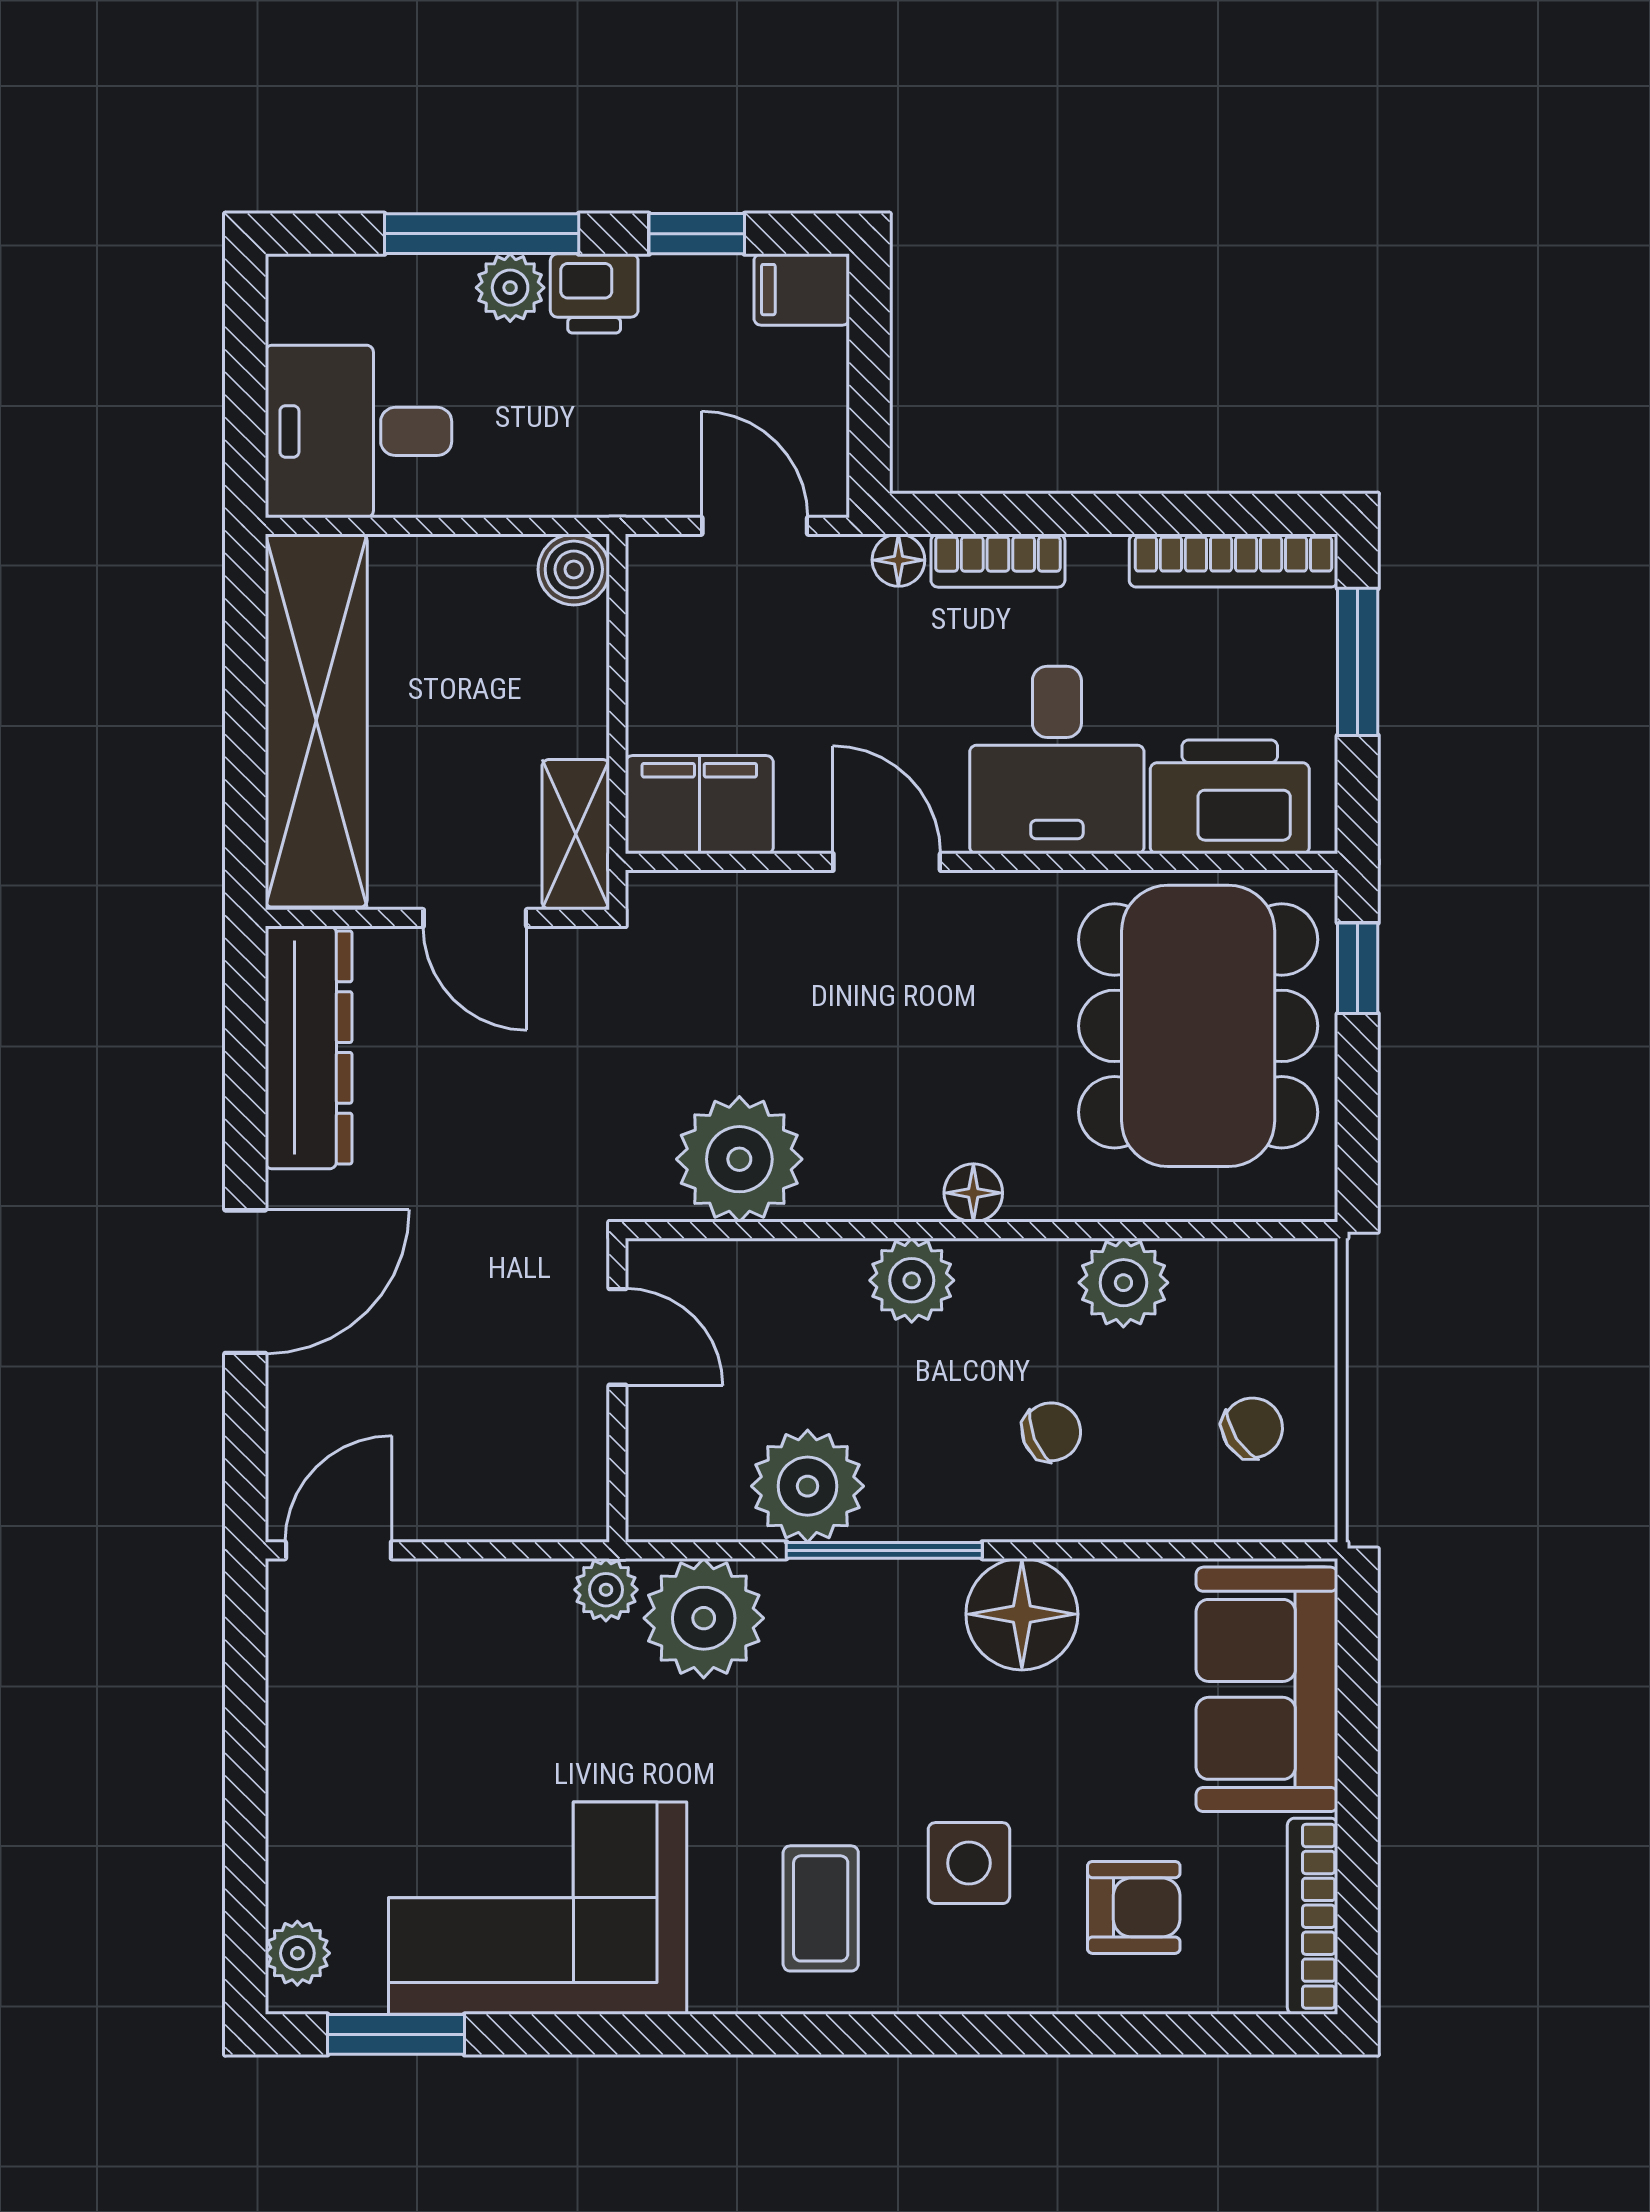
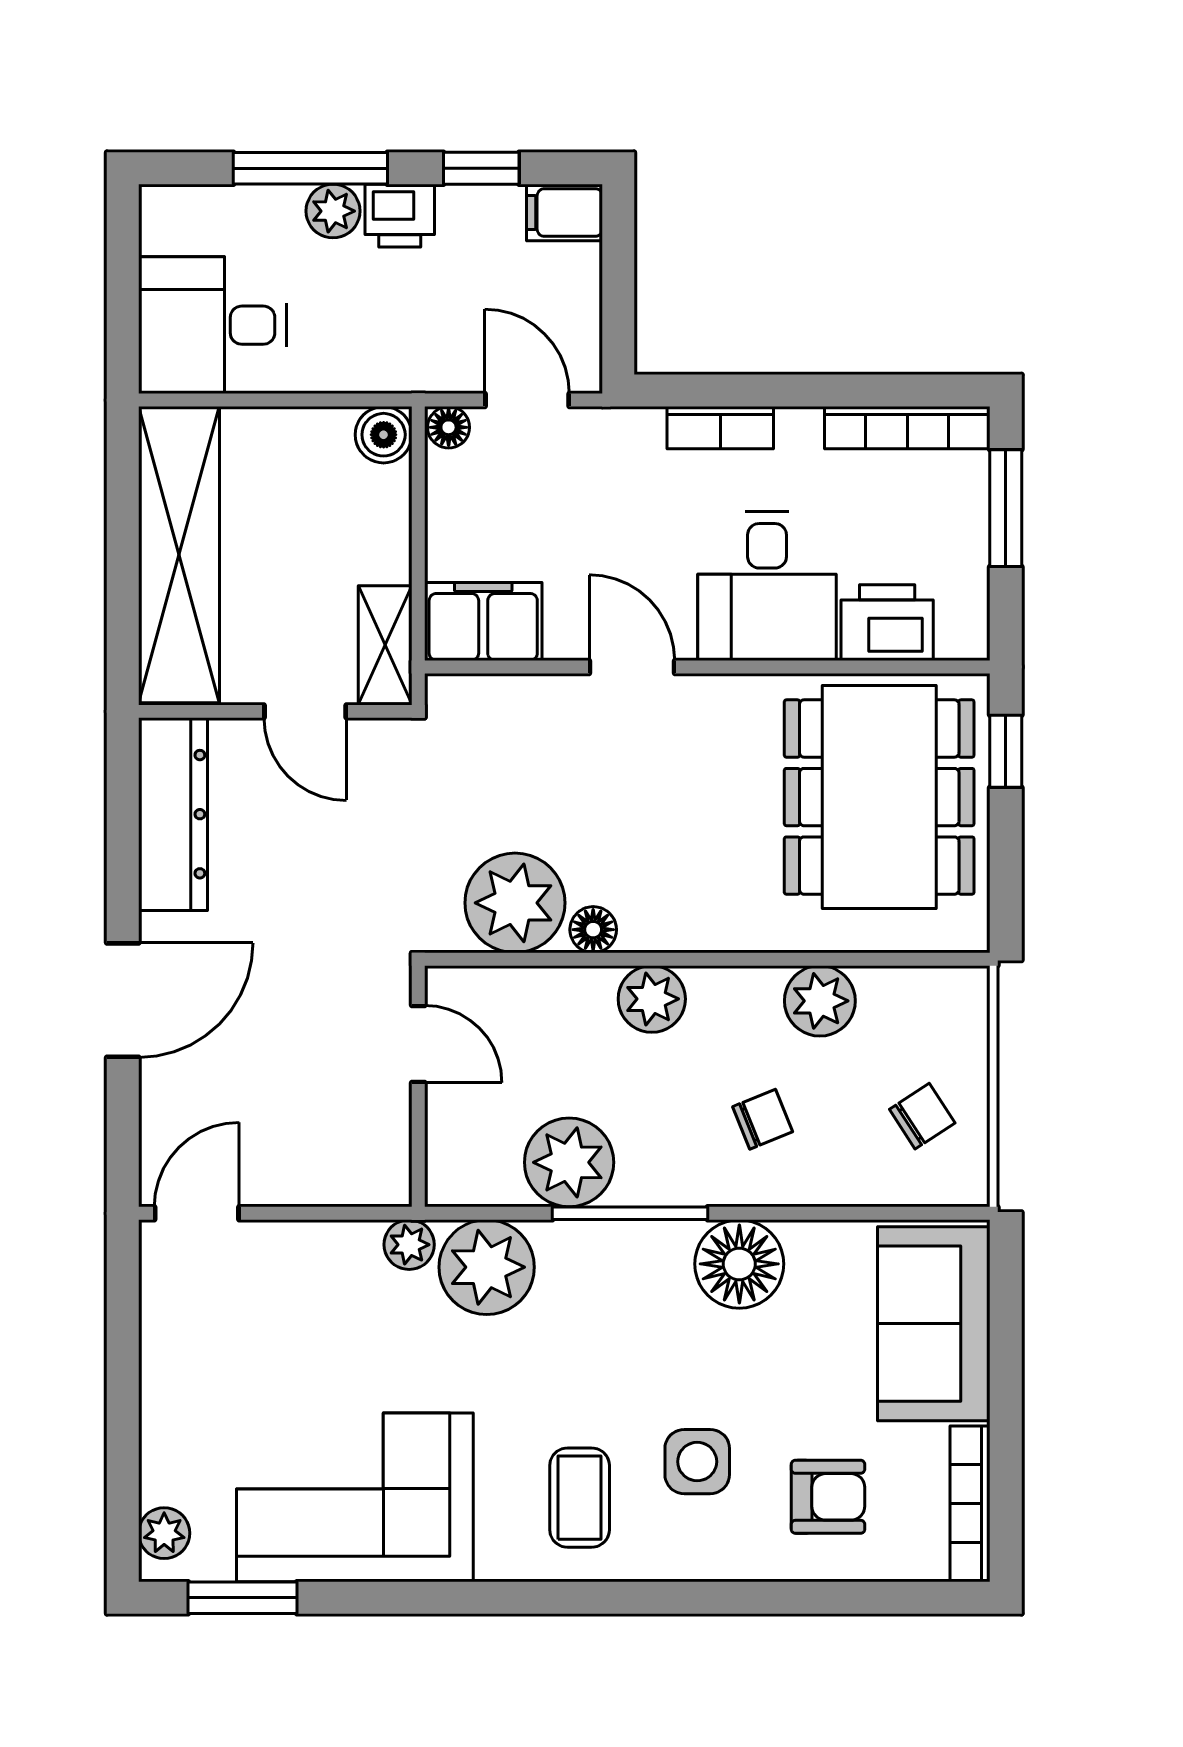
floor lamp: (898, 560) -> (449, 427), moved
printer: (1230, 797) -> (887, 623), width x0.73, depth x0.84
floor lamp: (973, 1193) -> (593, 930), moved

